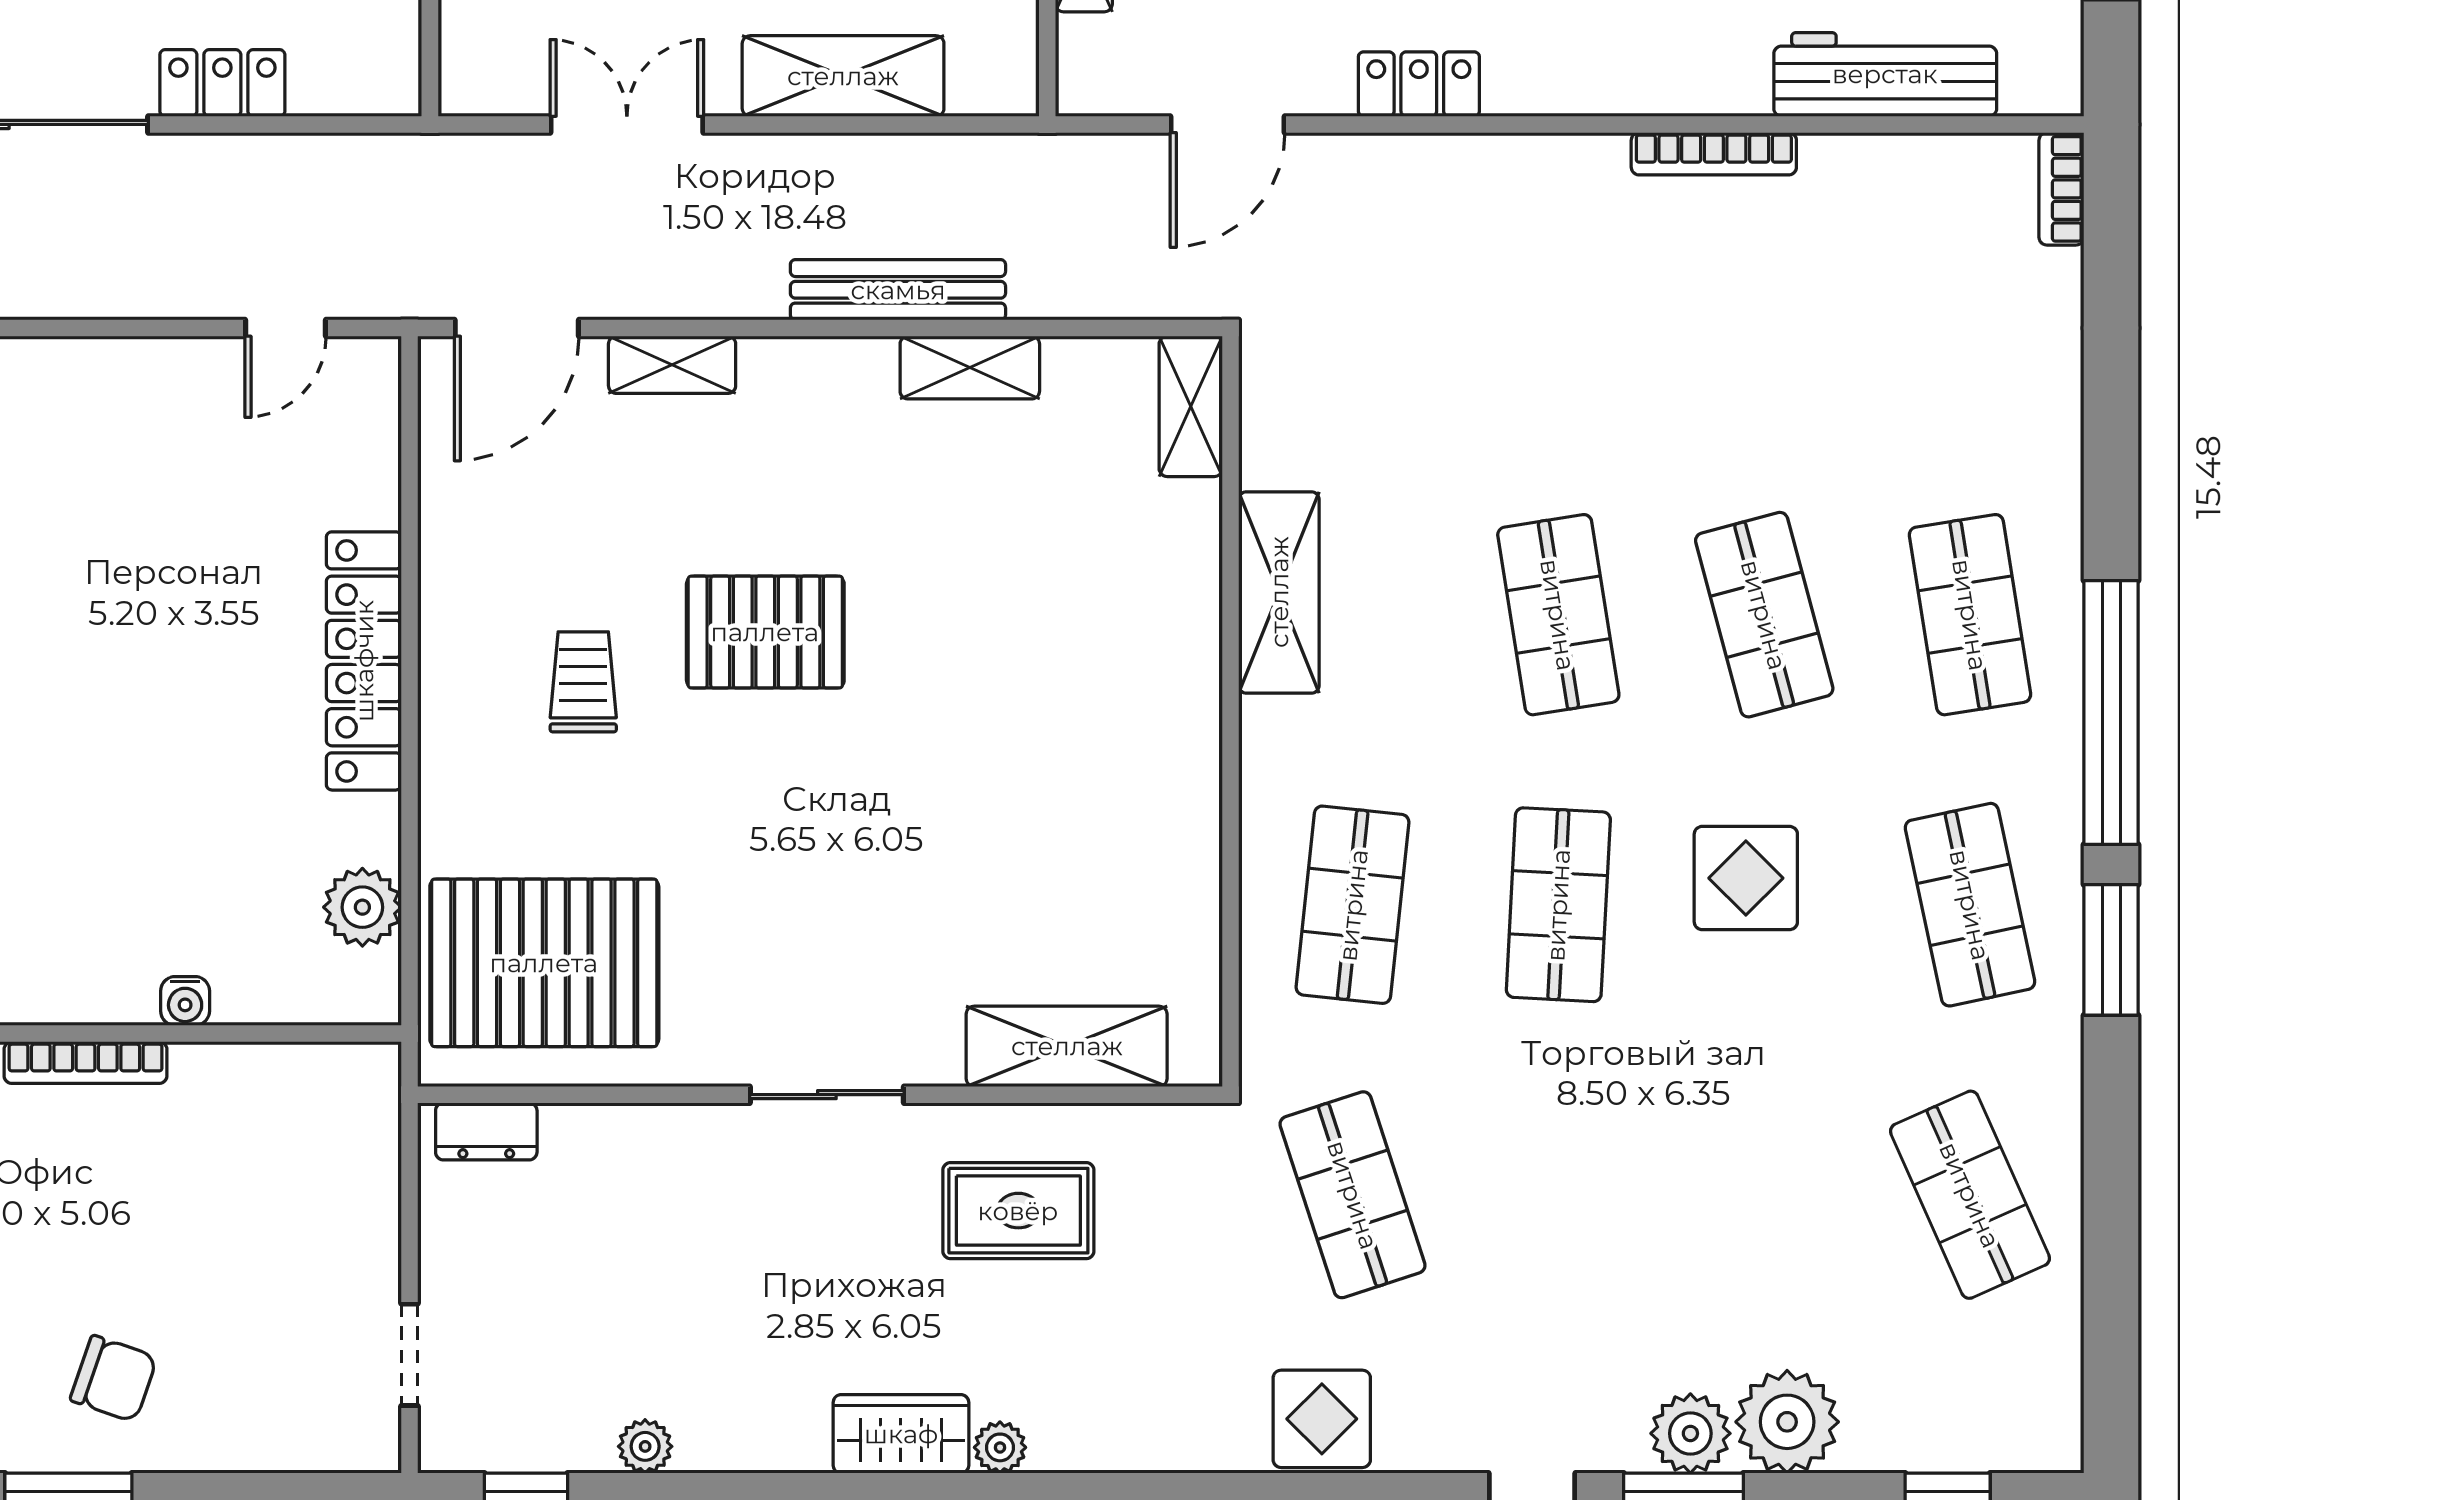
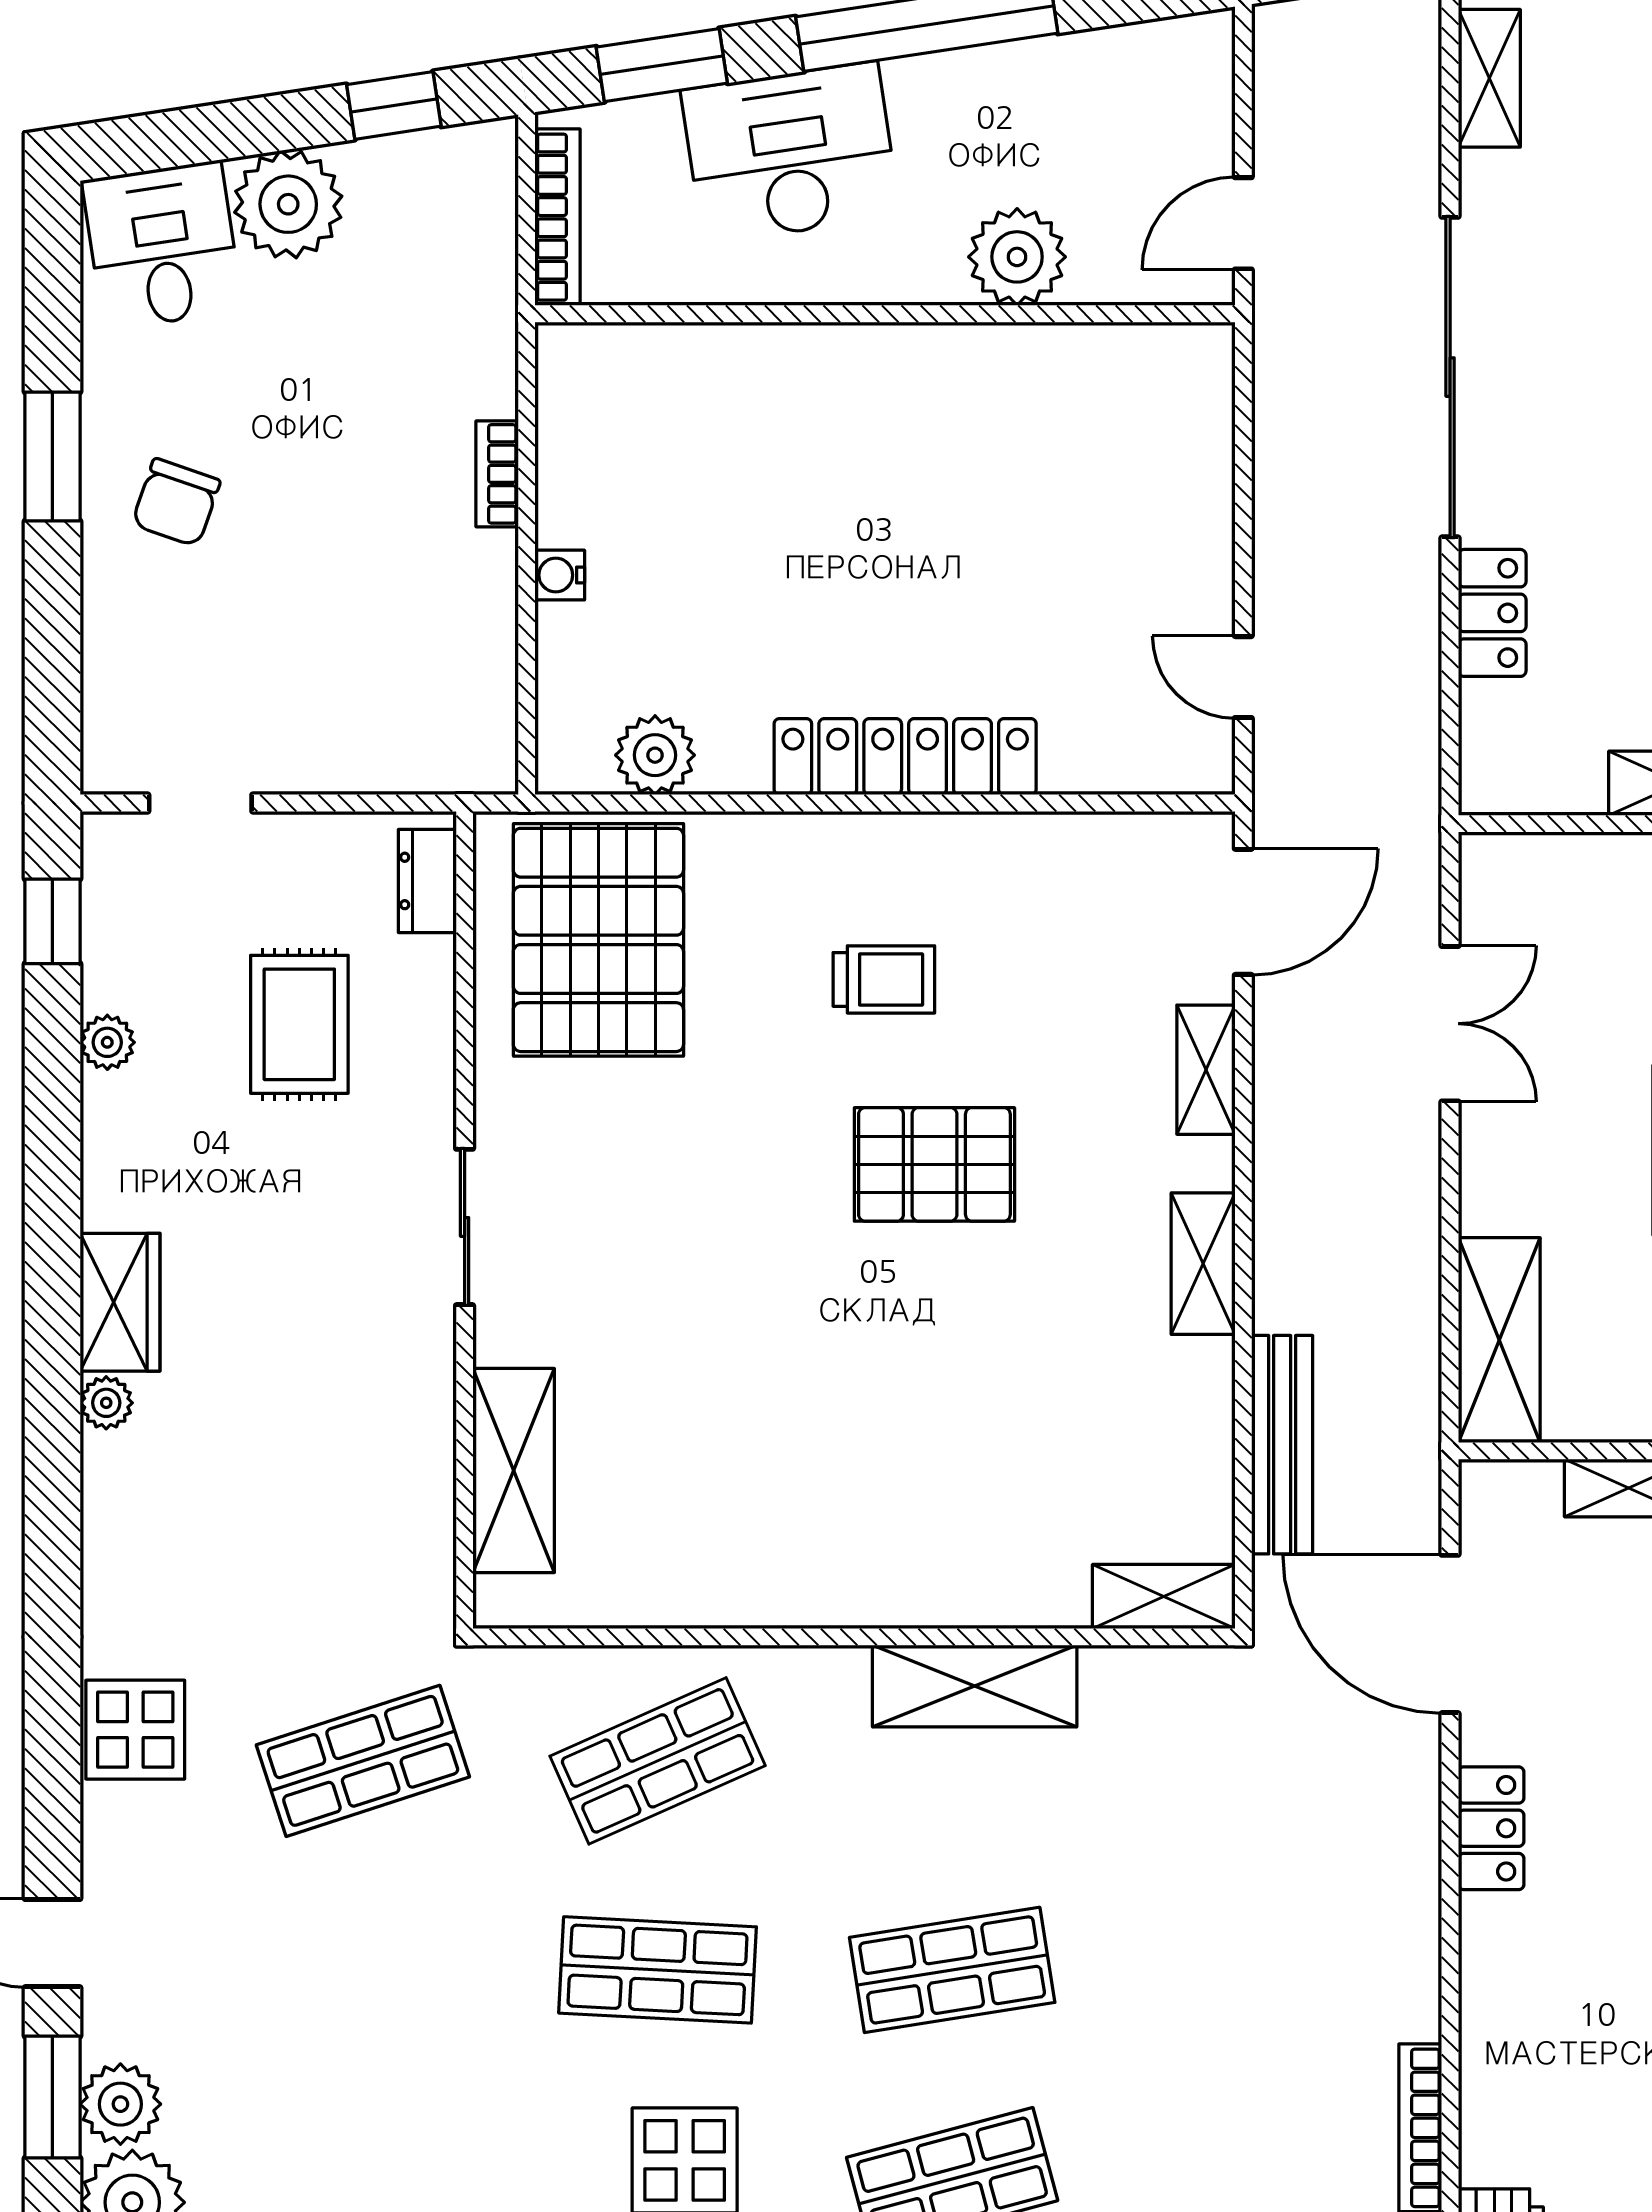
shelving: (843, 76) -> (1499, 1340), moved
door: (1228, 124) -> (1450, 1634), width x1.36
bench: (898, 290) -> (1282, 1445), moved
door: (517, 328) -> (1243, 912), swing flipped
shelving: (970, 368) -> (1203, 1264), moved
pallet: (765, 632) -> (934, 1164), turned 90
shop shelf: (1353, 905) -> (658, 1761), turned -30
bookcase: (86, 1063) -> (497, 474), width x0.64
rug: (1018, 1211) -> (299, 1024), moved

